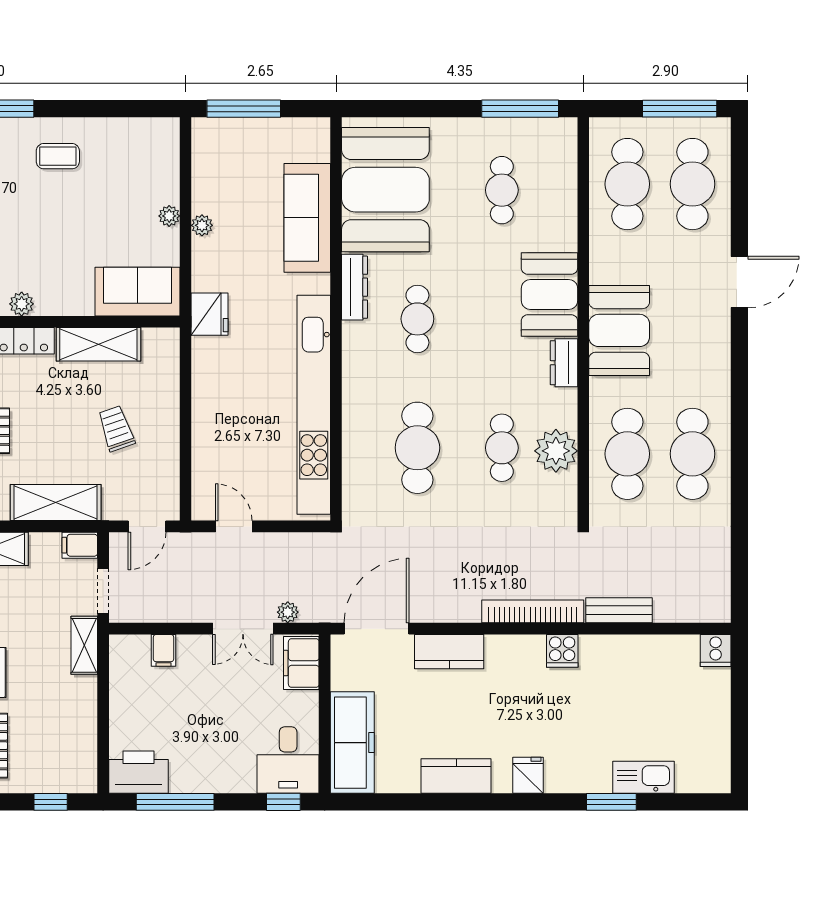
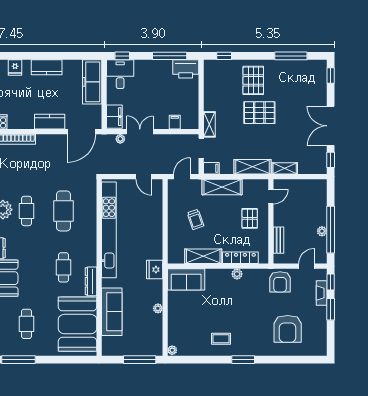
plant: (169, 216) -> (172, 350), moved

